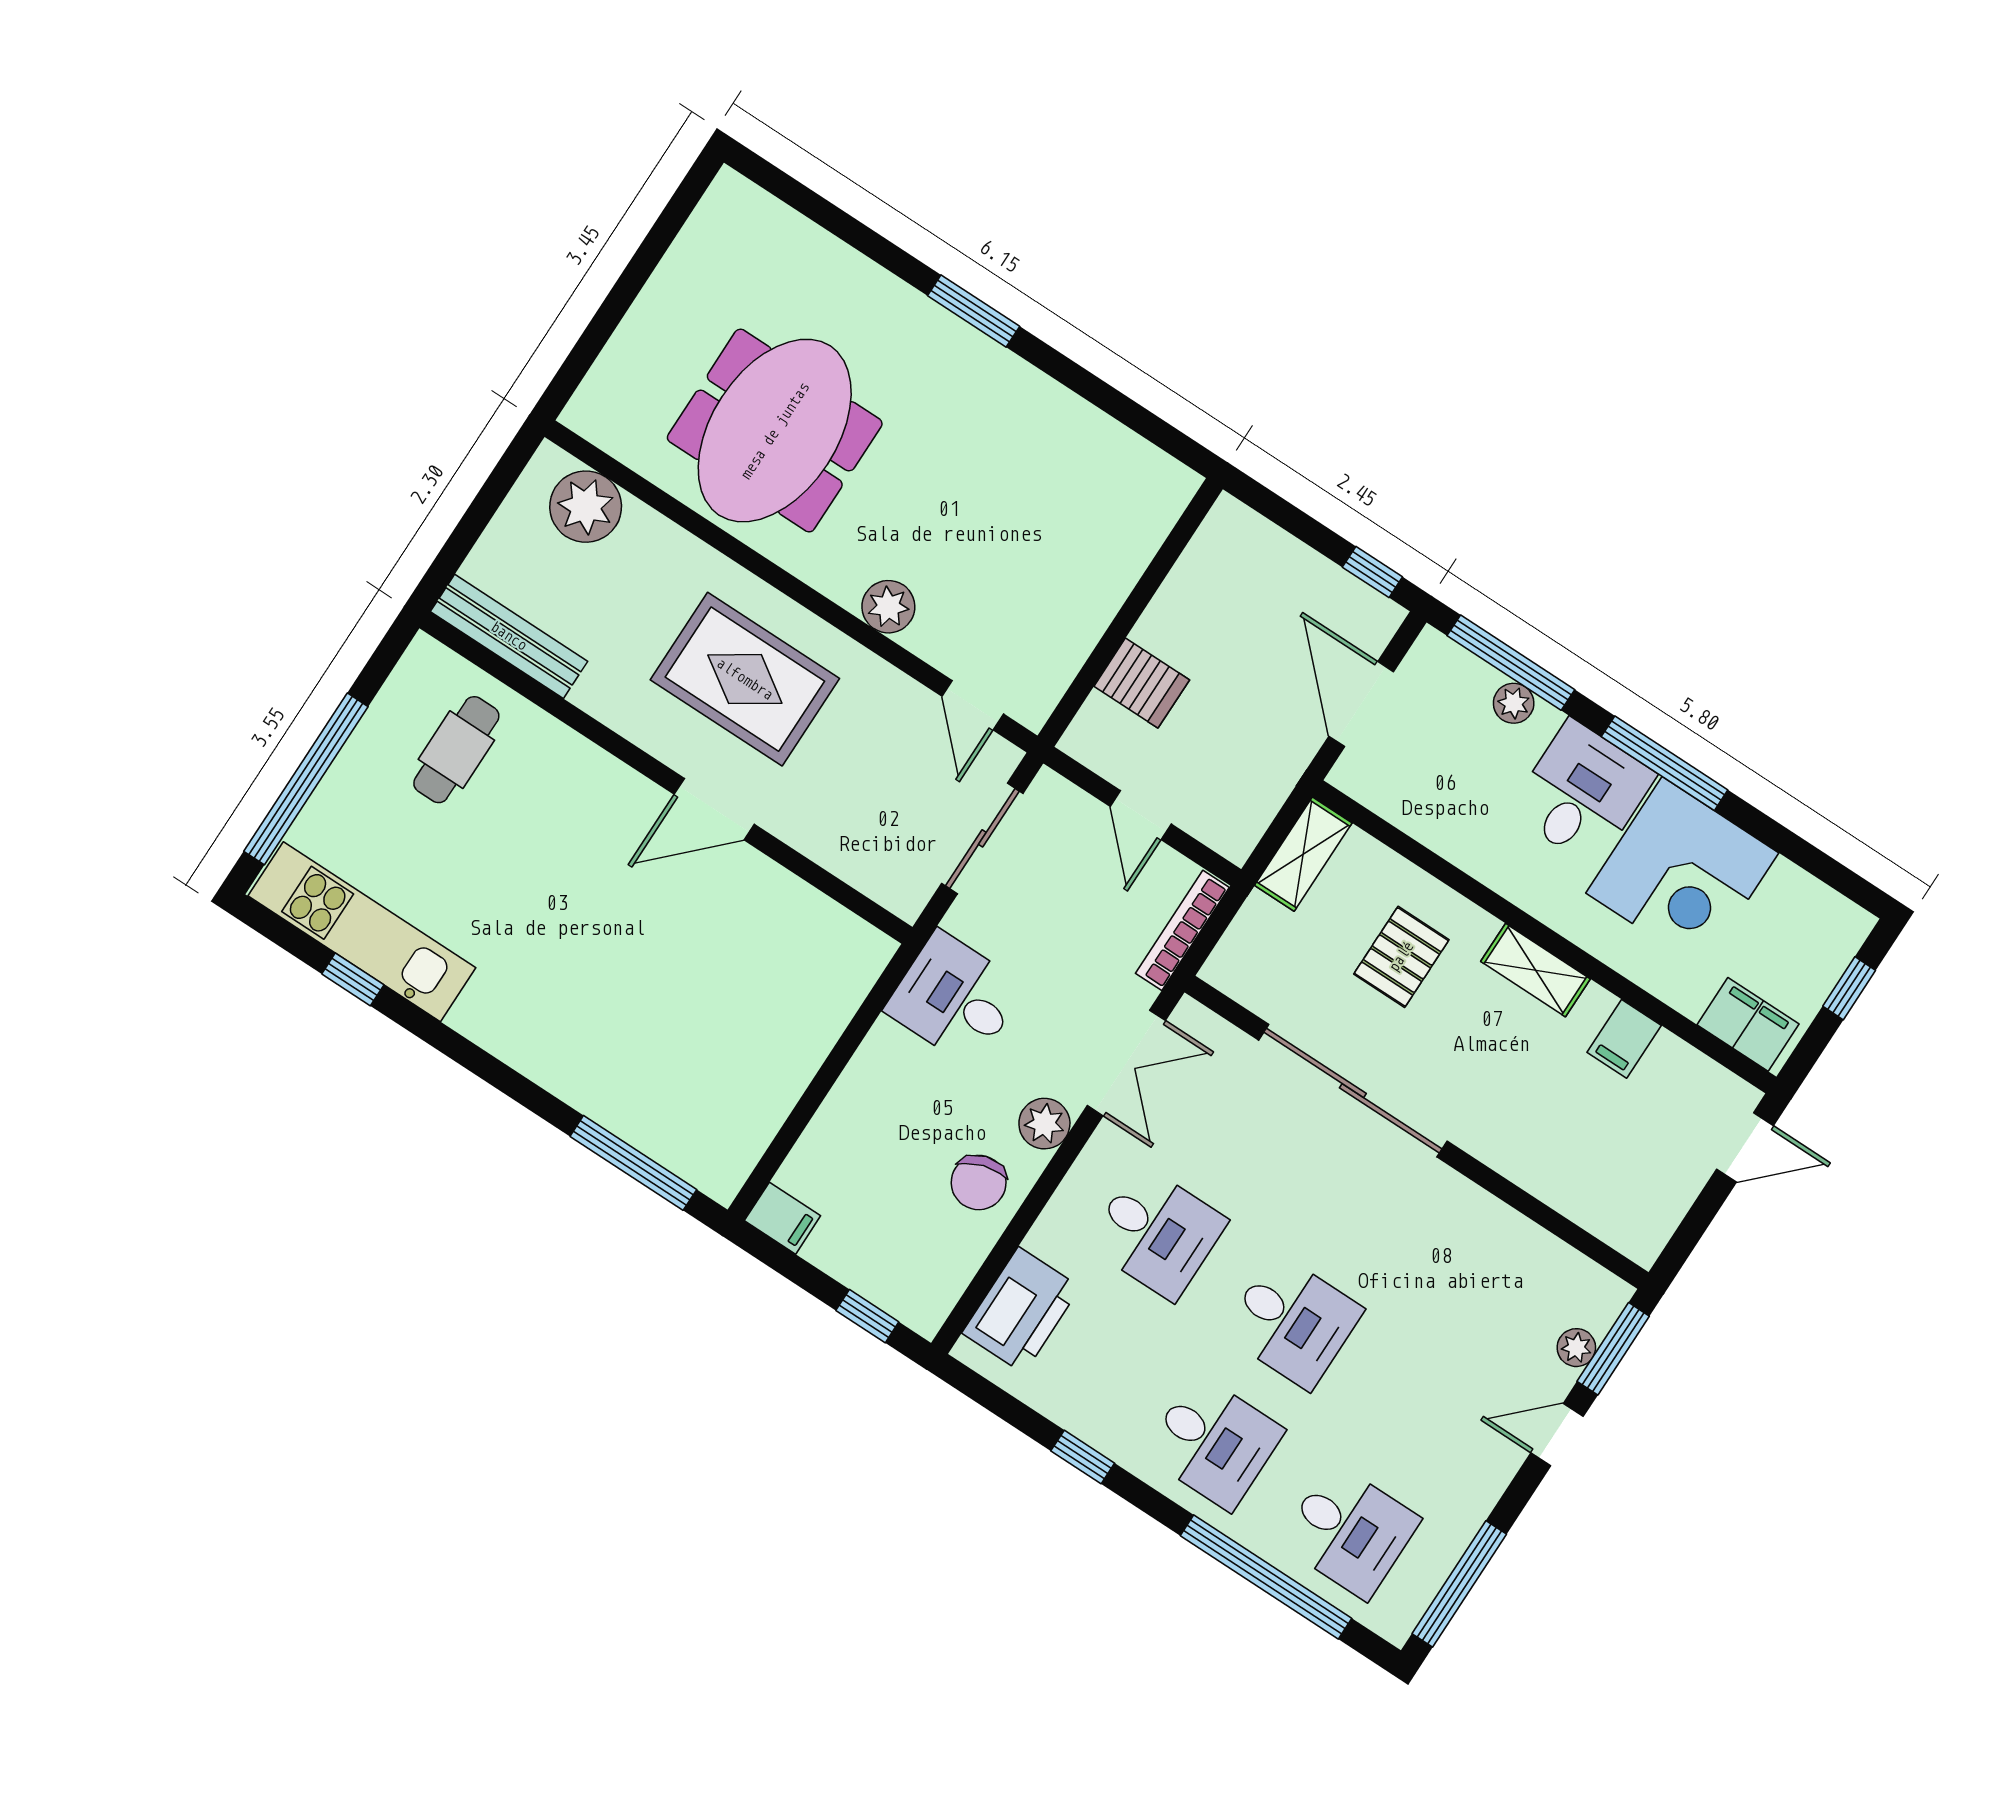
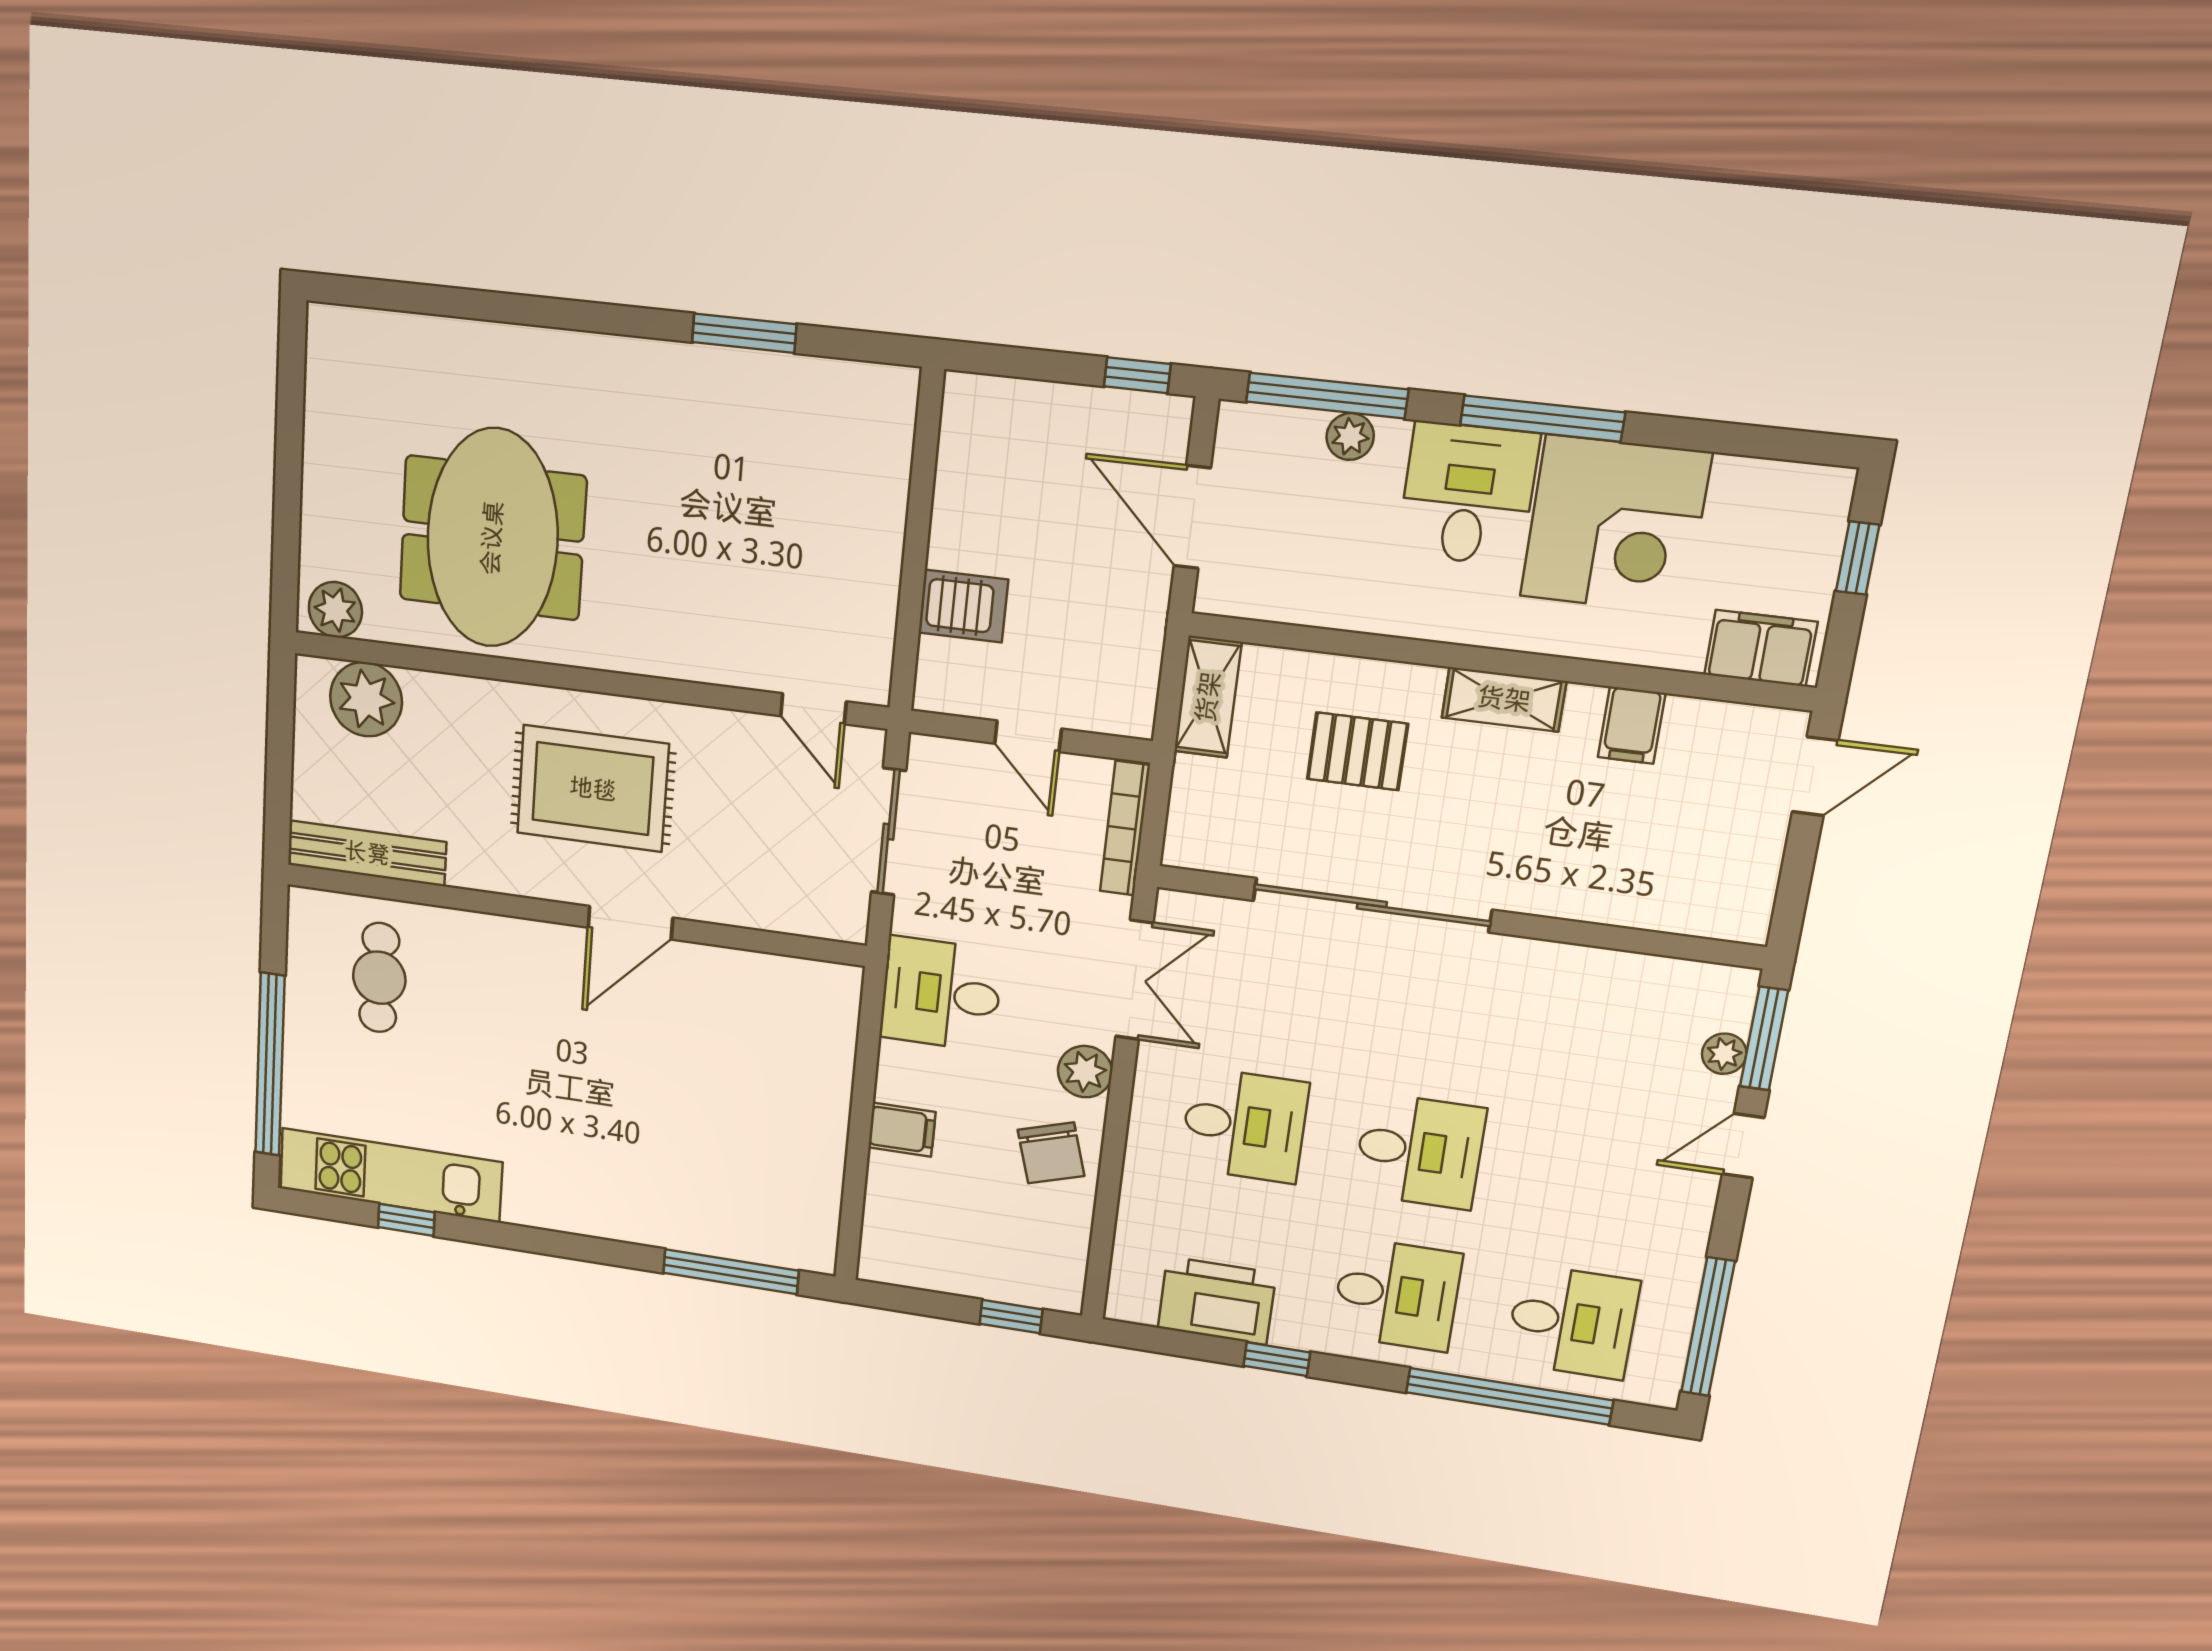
window: (974, 311) -> (744, 333), moved
plant: (888, 607) -> (335, 610), moved
pallet: (1401, 957) -> (1357, 751), turned 90
filing cabinet: (782, 1218) -> (902, 1130), moved
printer: (1021, 1310) -> (1217, 1301), moved, turned -90

